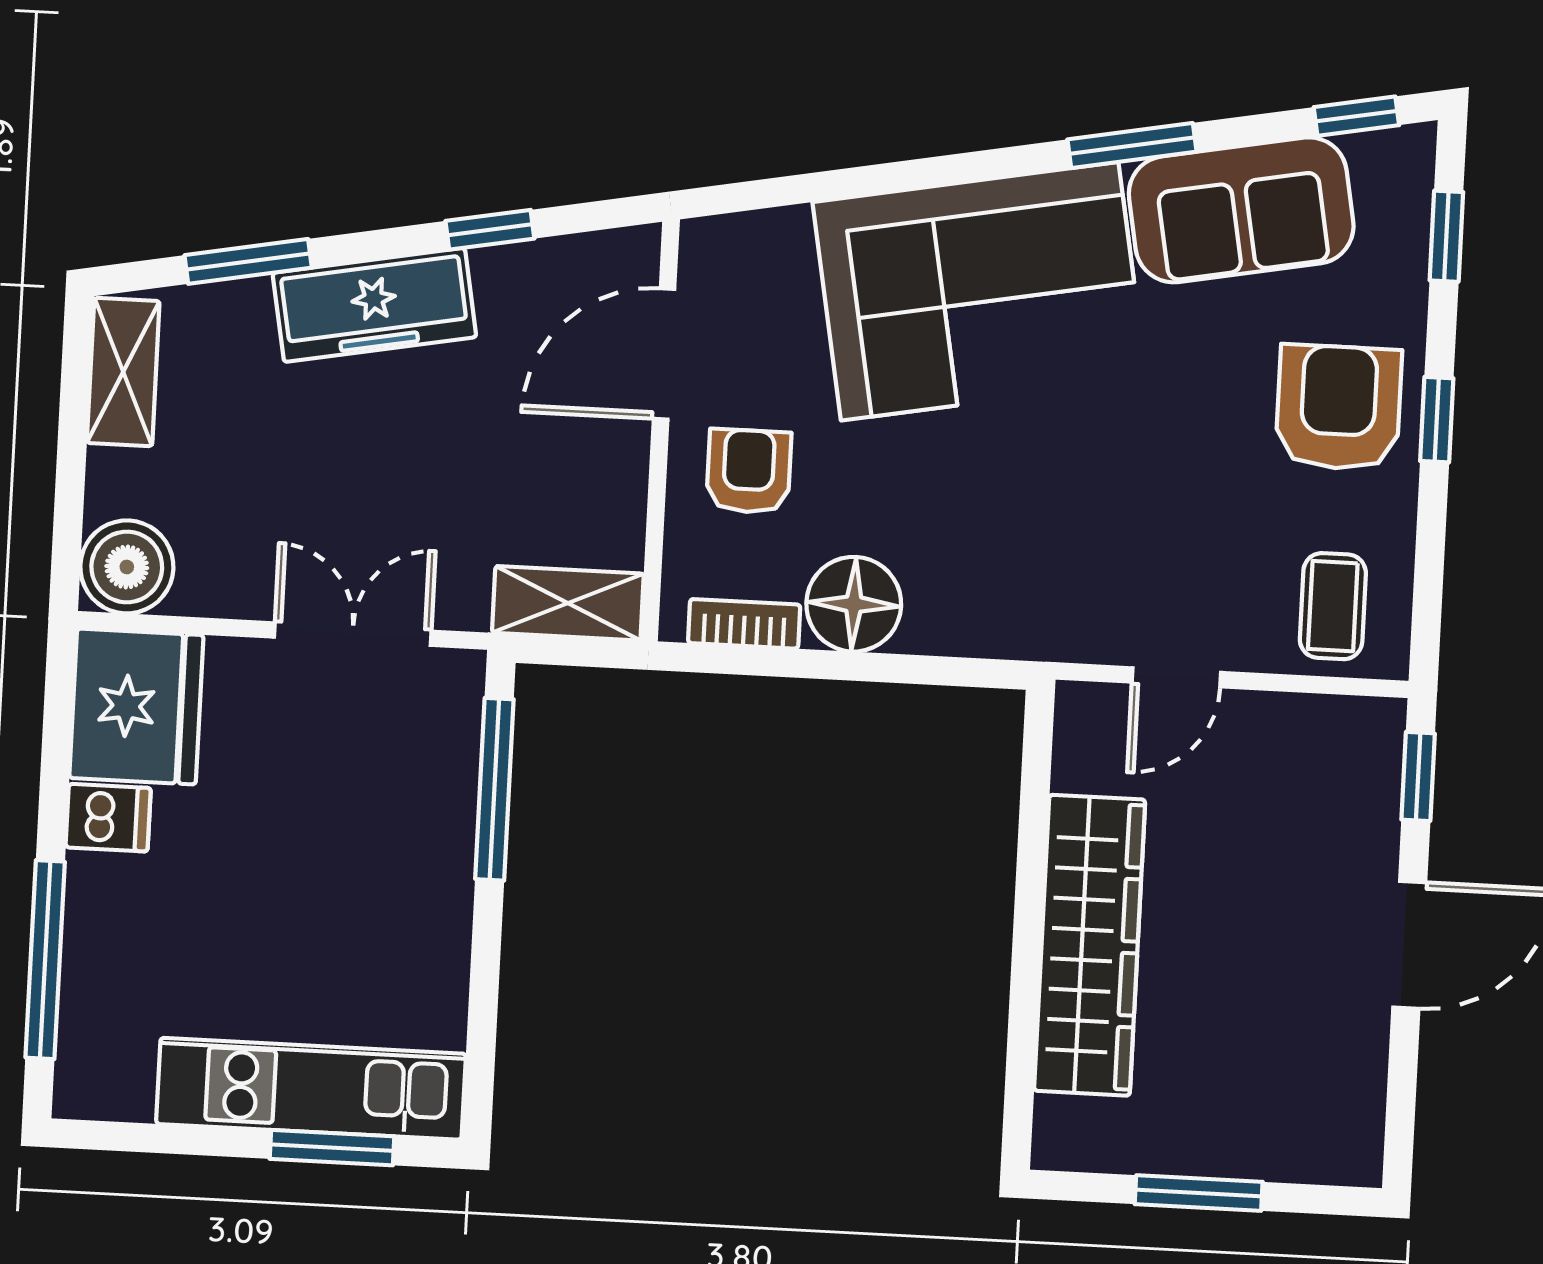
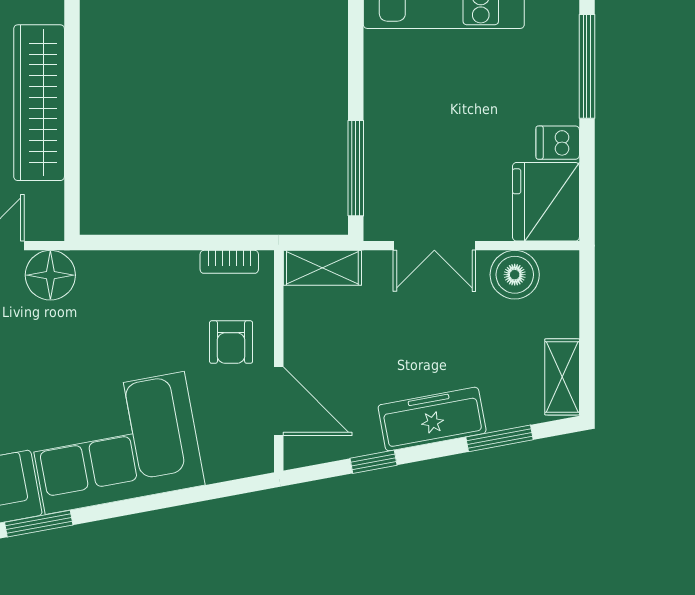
door: (664, 354) -> (279, 401), hinge flipped
boiler: (127, 567) -> (515, 275), moved
floor lamp: (854, 604) -> (50, 275), moved

